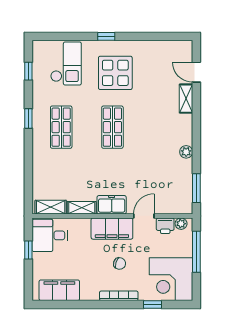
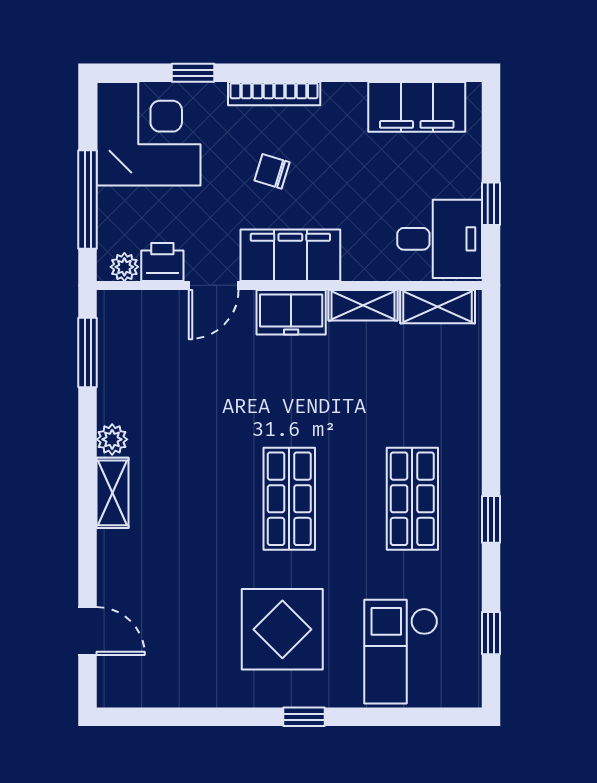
shelving: (186, 99) -> (112, 493), moved

